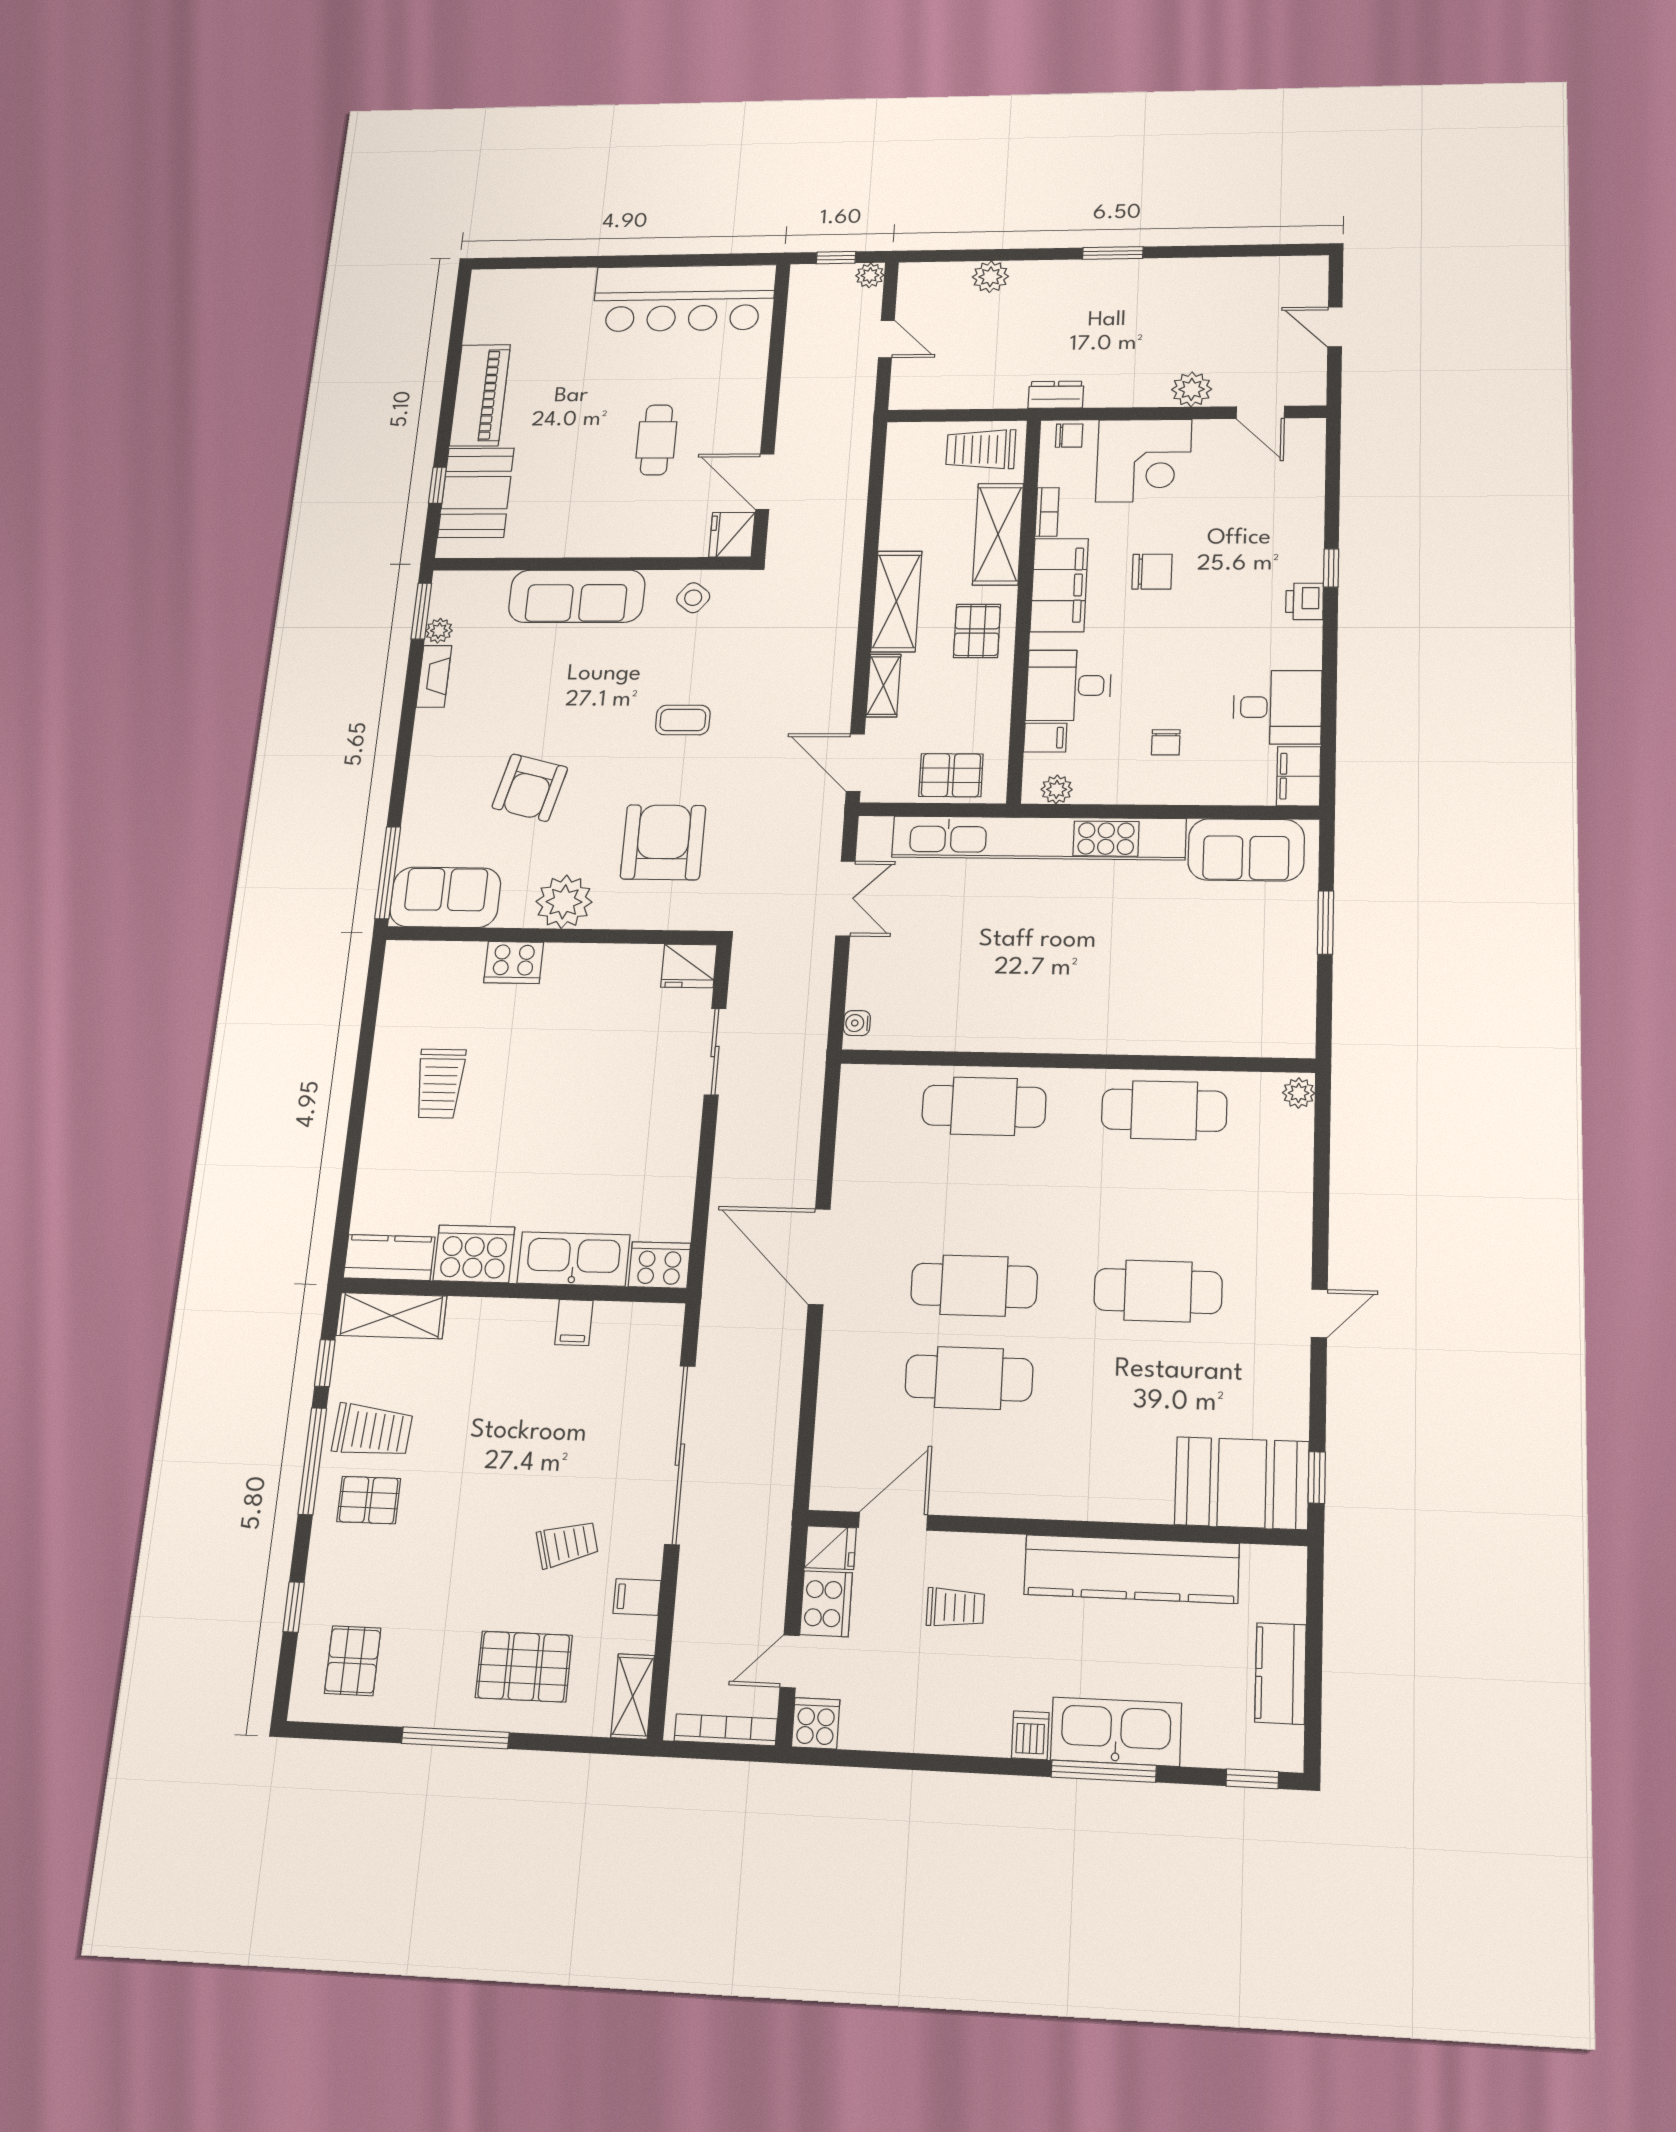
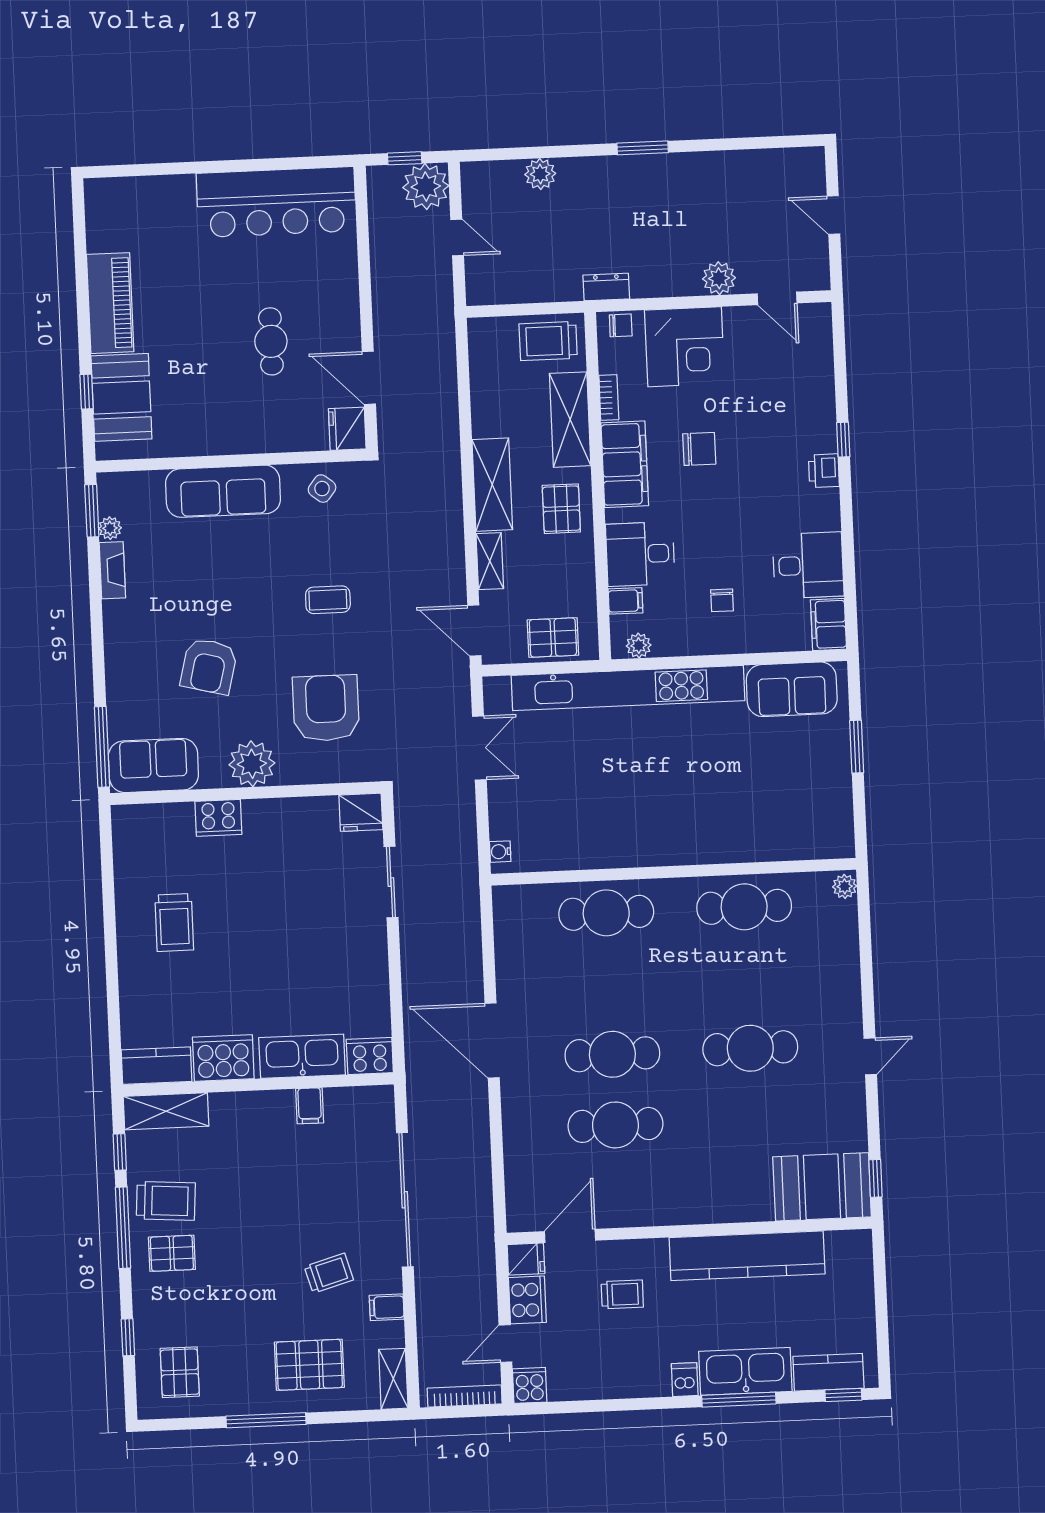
plant: (870, 275) -> (426, 187), width x1.87, depth x1.87
kitchen counter: (1280, 1673) -> (828, 1372), moved, turned 90

